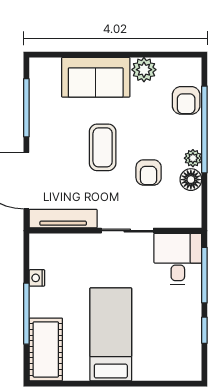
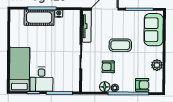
sofa: (96, 77) -> (154, 30), moved
armchair: (186, 100) -> (142, 85), turned 180
desk: (178, 259) -> (41, 79), moved, turned 90
bed: (111, 334) -> (19, 69), moved, turned -90
cot: (46, 349) -> (39, 18), moved

